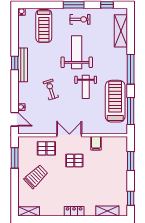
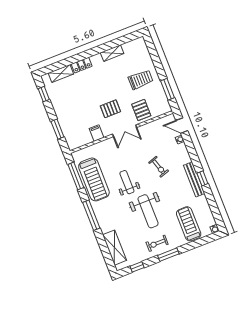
pallet: (46, 148) -> (141, 110), turned 90
trolley: (36, 177) -> (141, 80), turned -136
shelving: (29, 211) -> (112, 53), moved
locker: (74, 211) -> (82, 65), moved

